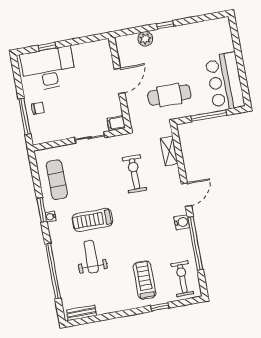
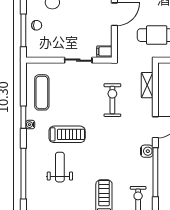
treadmill: (92, 220) -> (67, 134), turned 180

